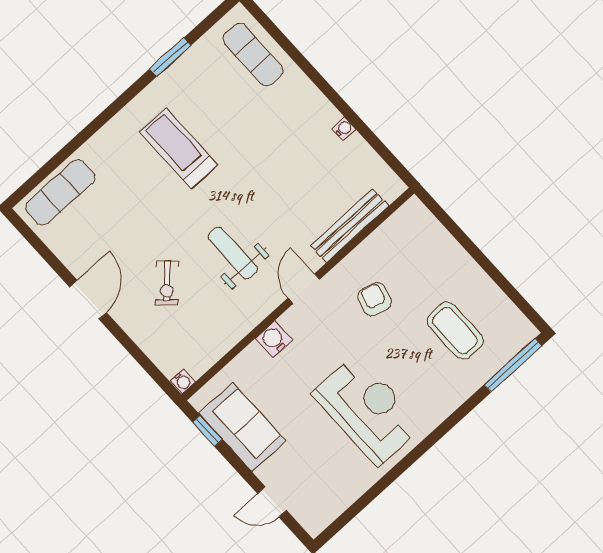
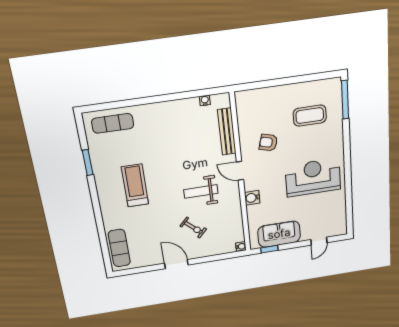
water cooler: (344, 129) -> (205, 100), moved
treadmill: (179, 148) -> (135, 185), turned 90

